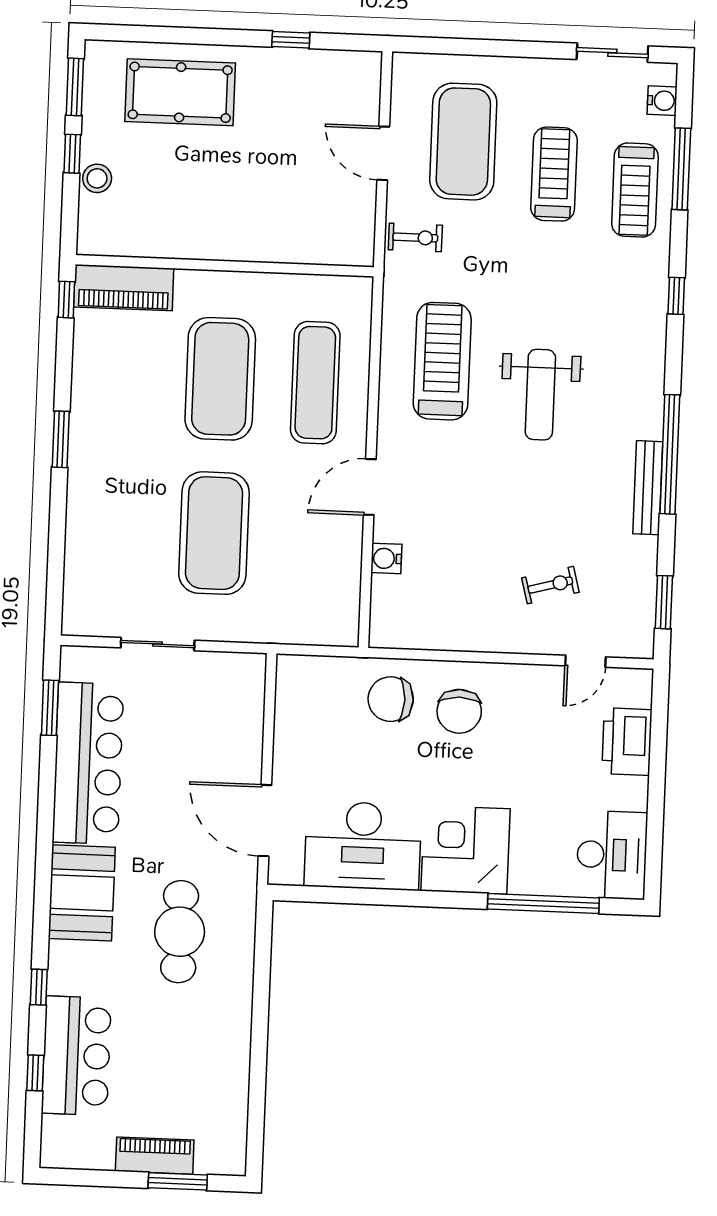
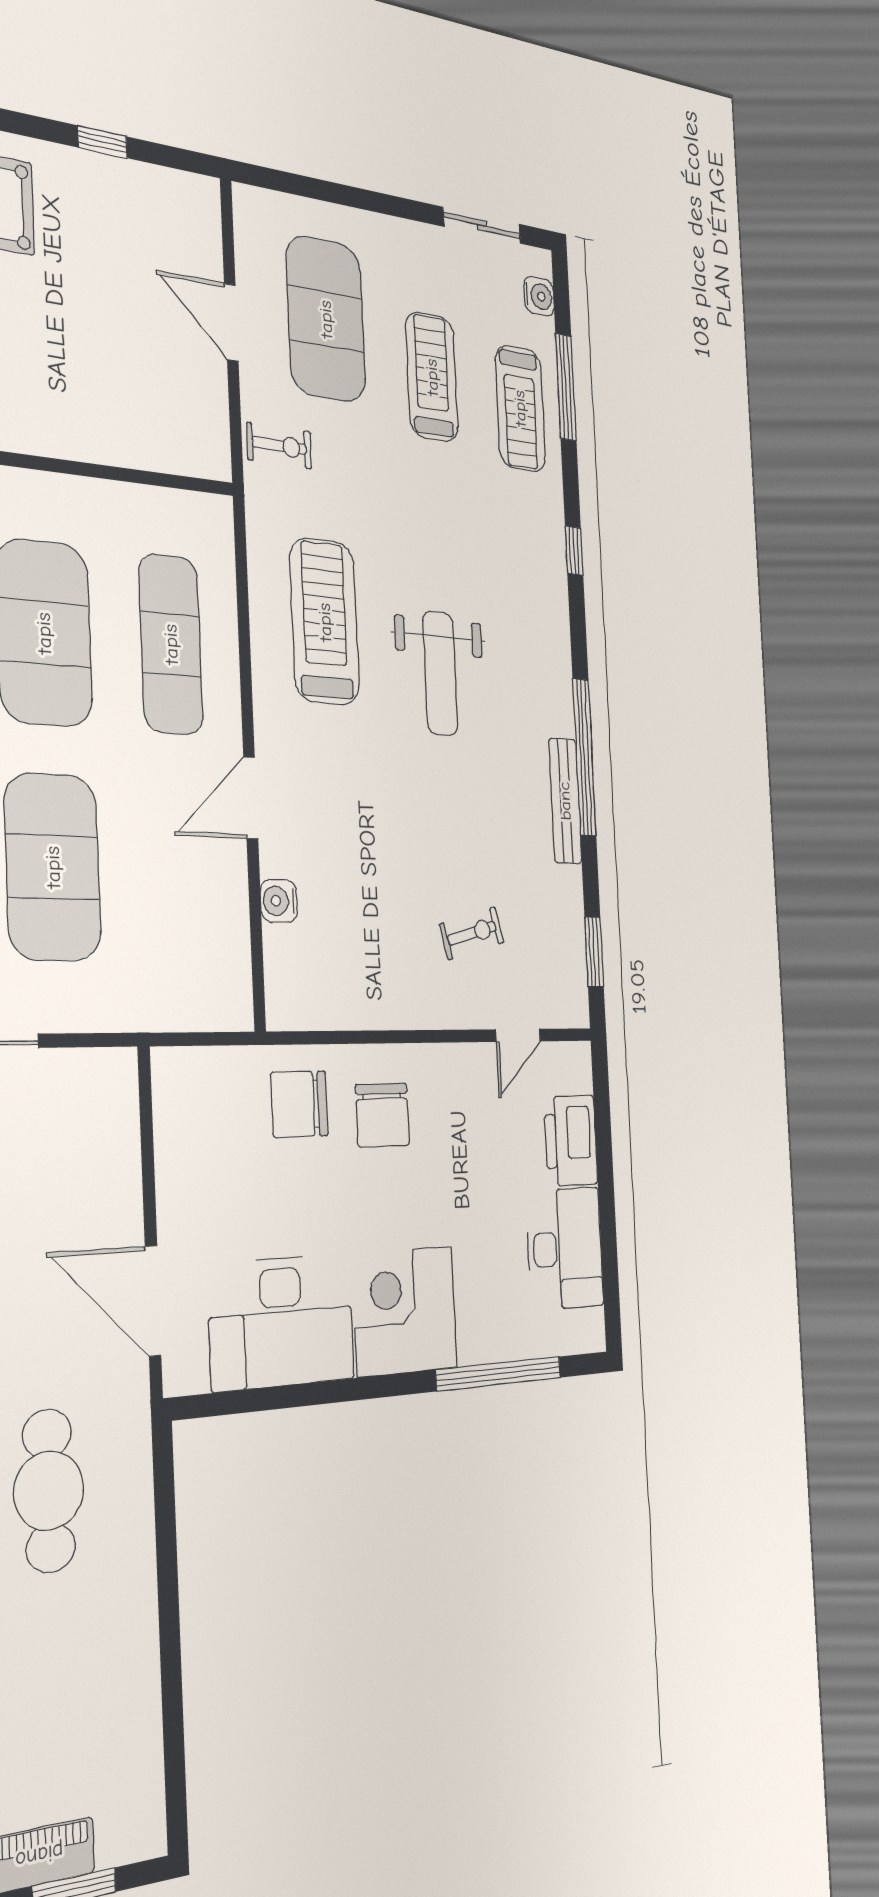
desk: (612, 855) -> (565, 1248), moved

